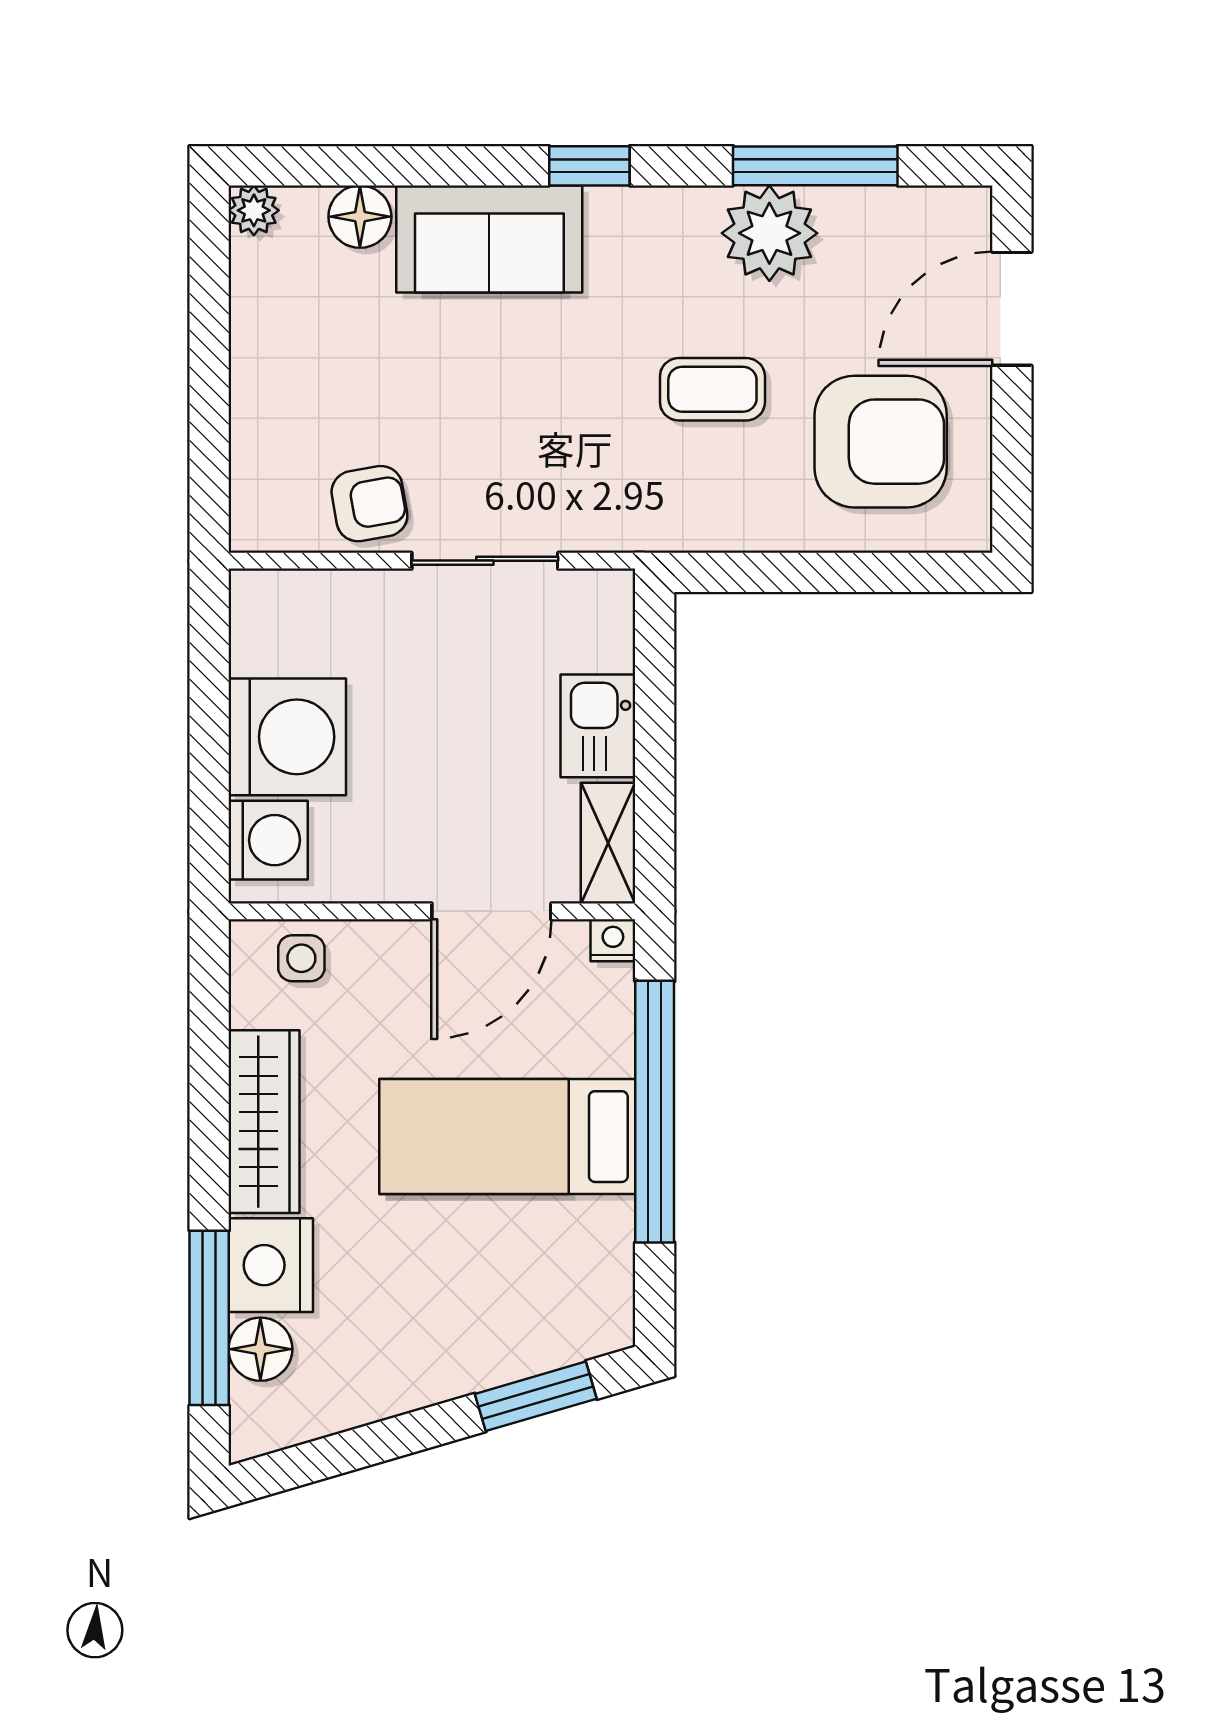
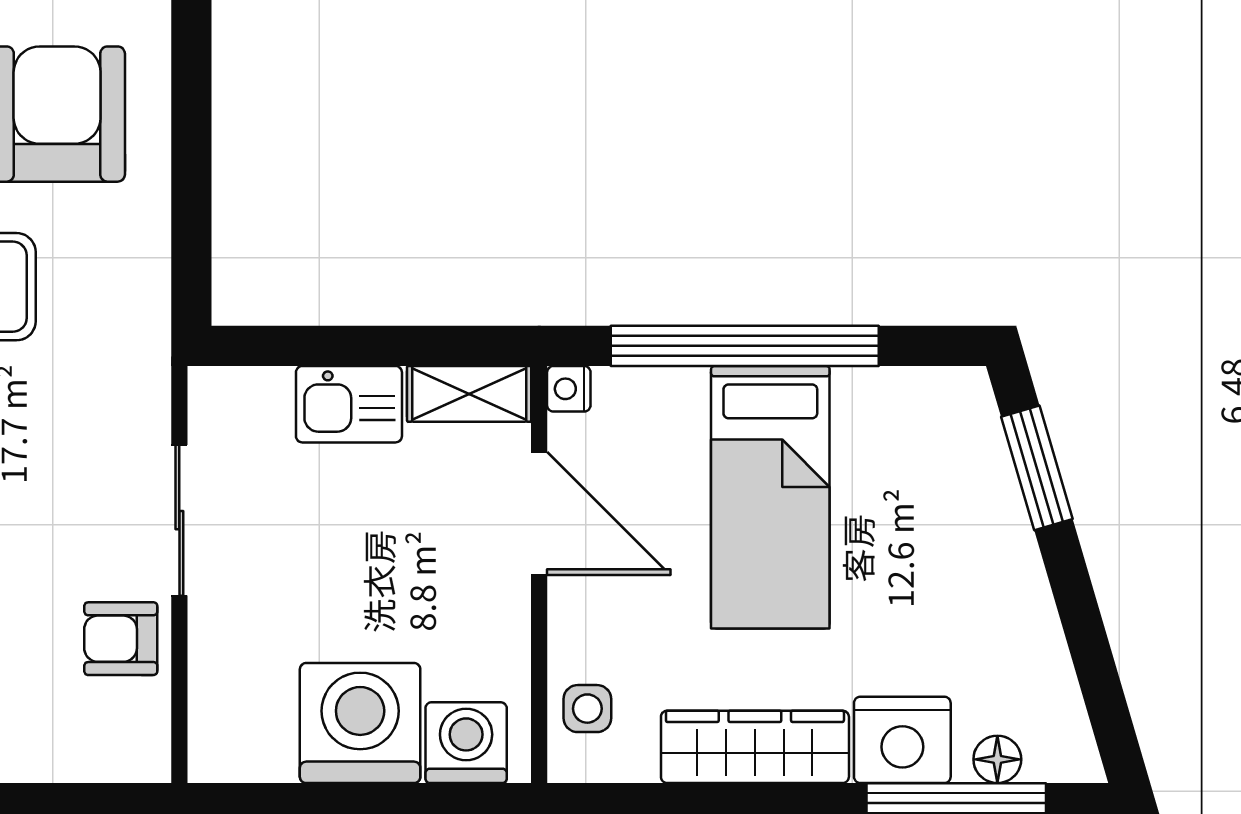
armchair: (369, 504) -> (121, 639), turned -80
floor lamp: (260, 1349) -> (997, 759), width x0.73, depth x0.73

